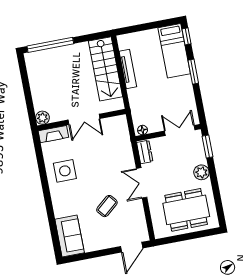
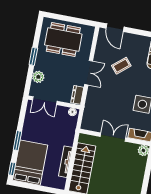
bed: (174, 51) -> (30, 163), width x1.50
window: (208, 146) -> (33, 56), moved
plant: (201, 172) -> (38, 77), moved
door: (132, 247) -> (115, 28), swing flipped

